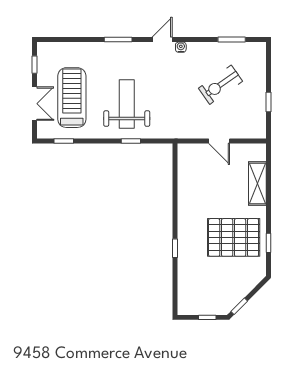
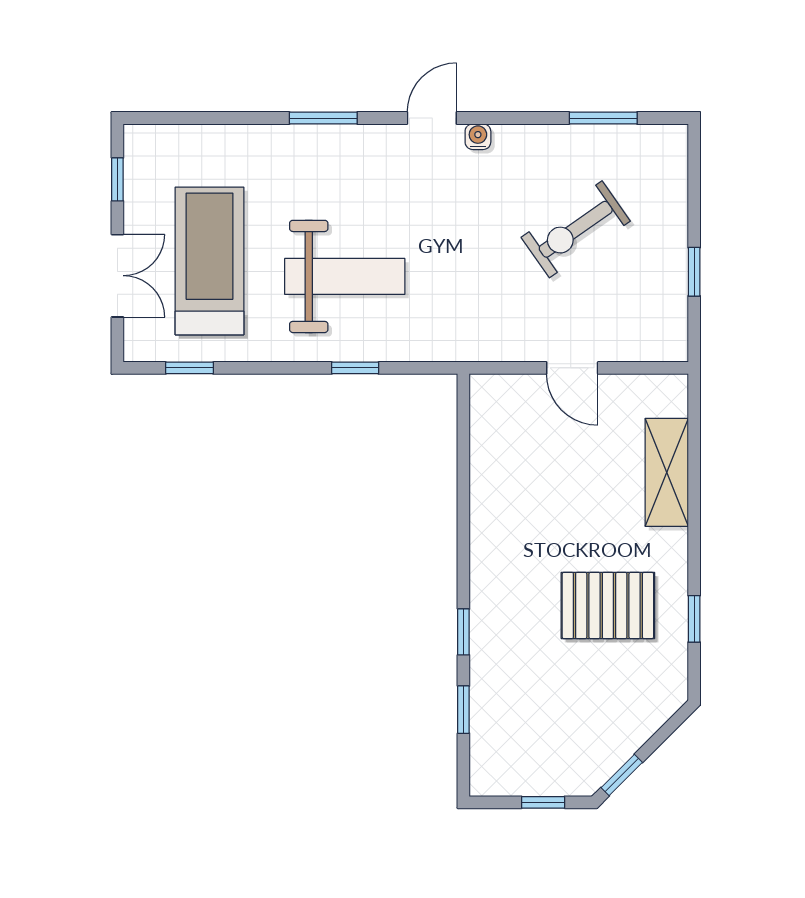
weight bench: (127, 104) -> (345, 276), turned 90
pallet: (234, 237) -> (608, 605), width x0.73, depth x0.71
window: (175, 280) -> (463, 710), added

